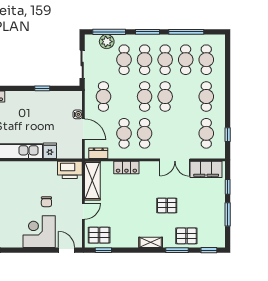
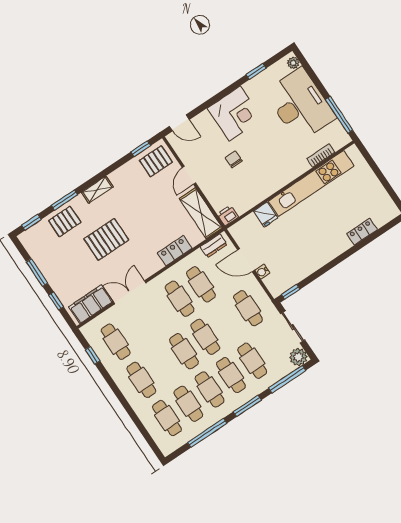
plant: (107, 42) -> (298, 357), moved
window: (42, 88) -> (291, 292), moved
printer: (70, 170) -> (228, 216), width x0.53, depth x0.68
pallet: (167, 205) -> (106, 239), width x1.50, depth x1.42
corner desk: (39, 232) -> (235, 113), moved

